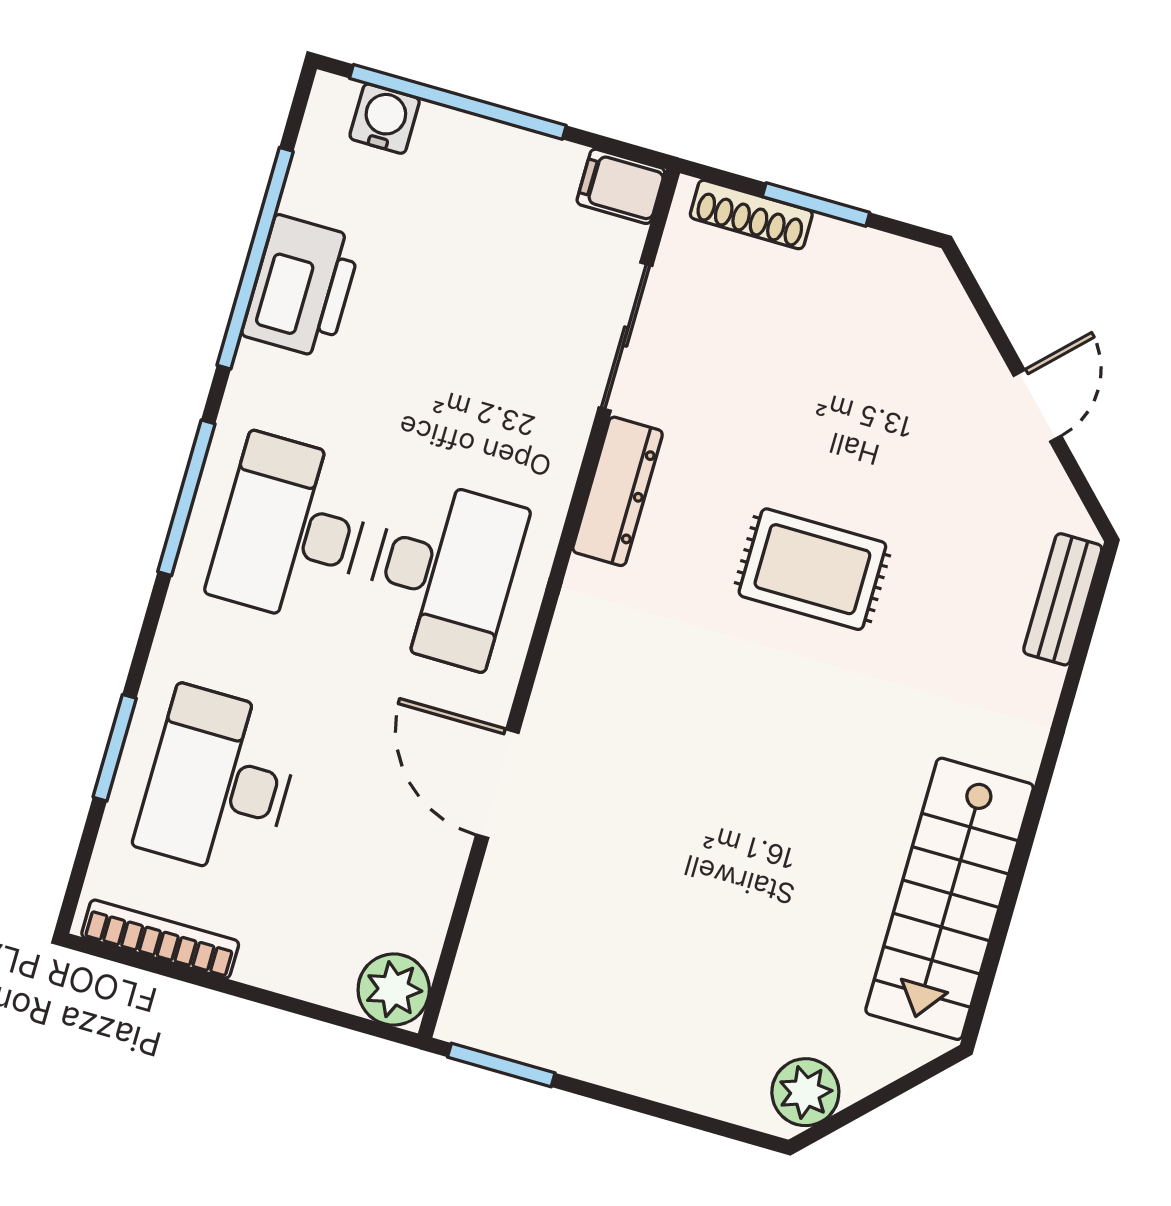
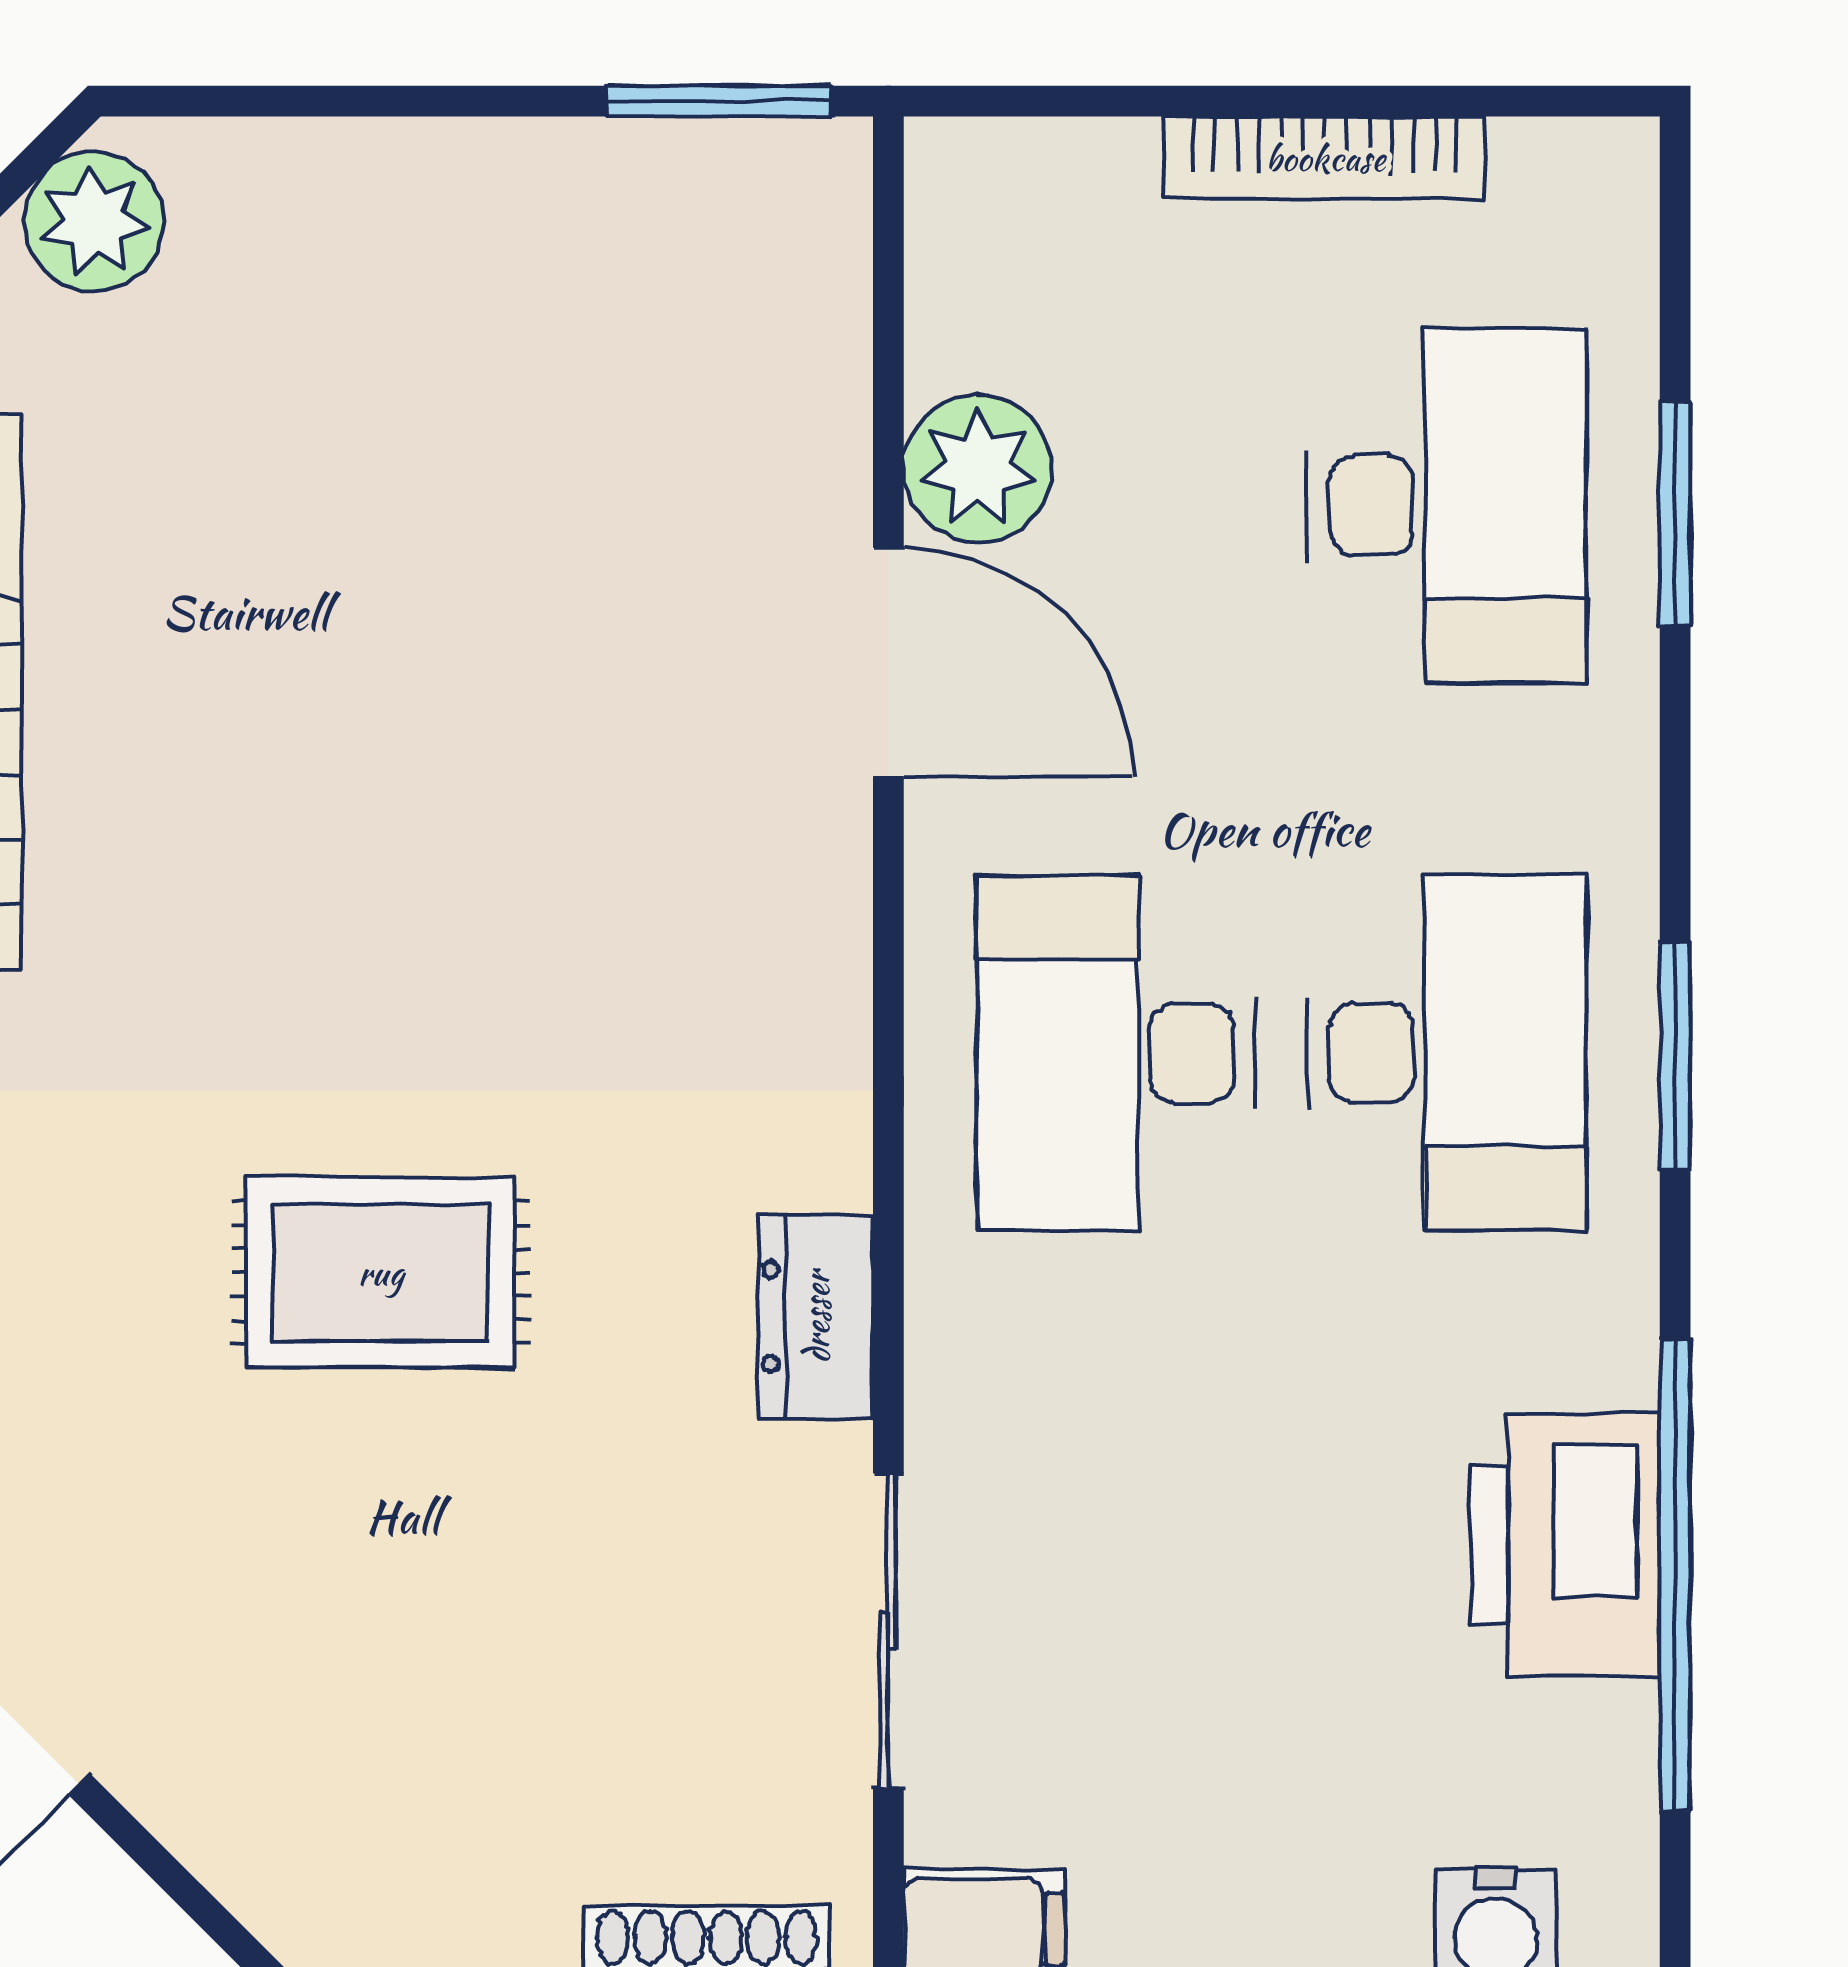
dresser: (618, 491) -> (816, 1317), width x0.70
window: (186, 498) -> (1675, 1056), width x0.69
bookcase: (160, 939) -> (1325, 158), moved
plant: (394, 989) -> (978, 469), moved

